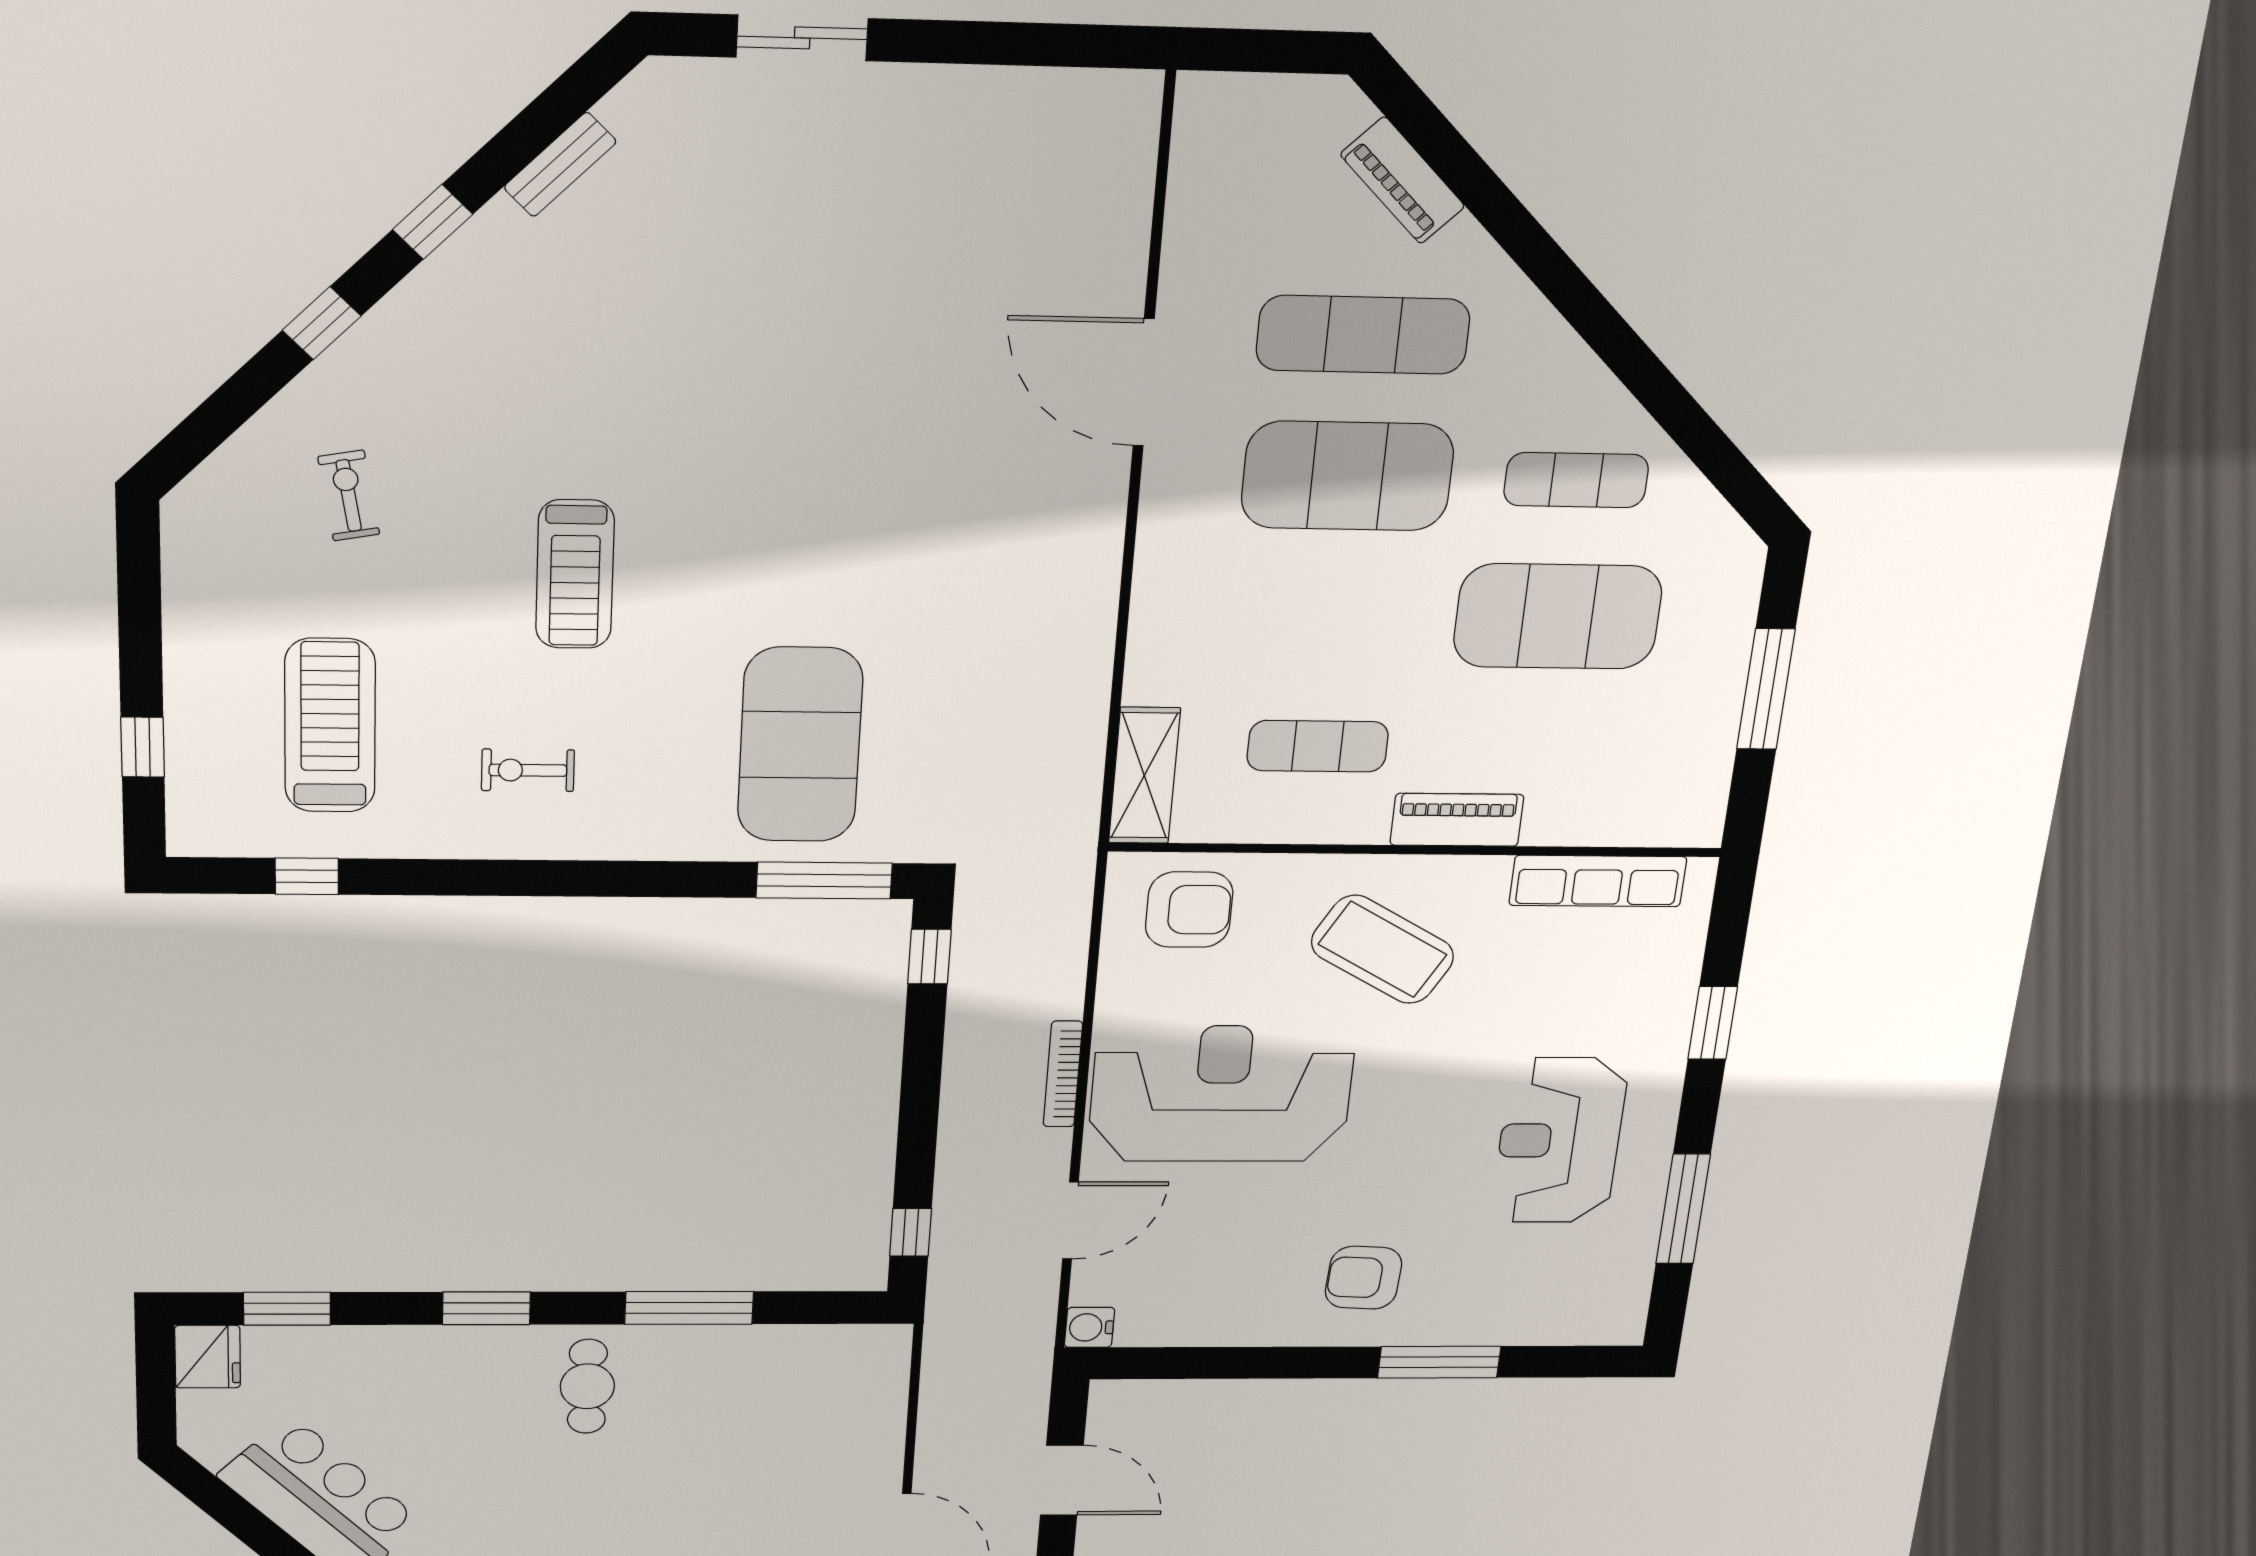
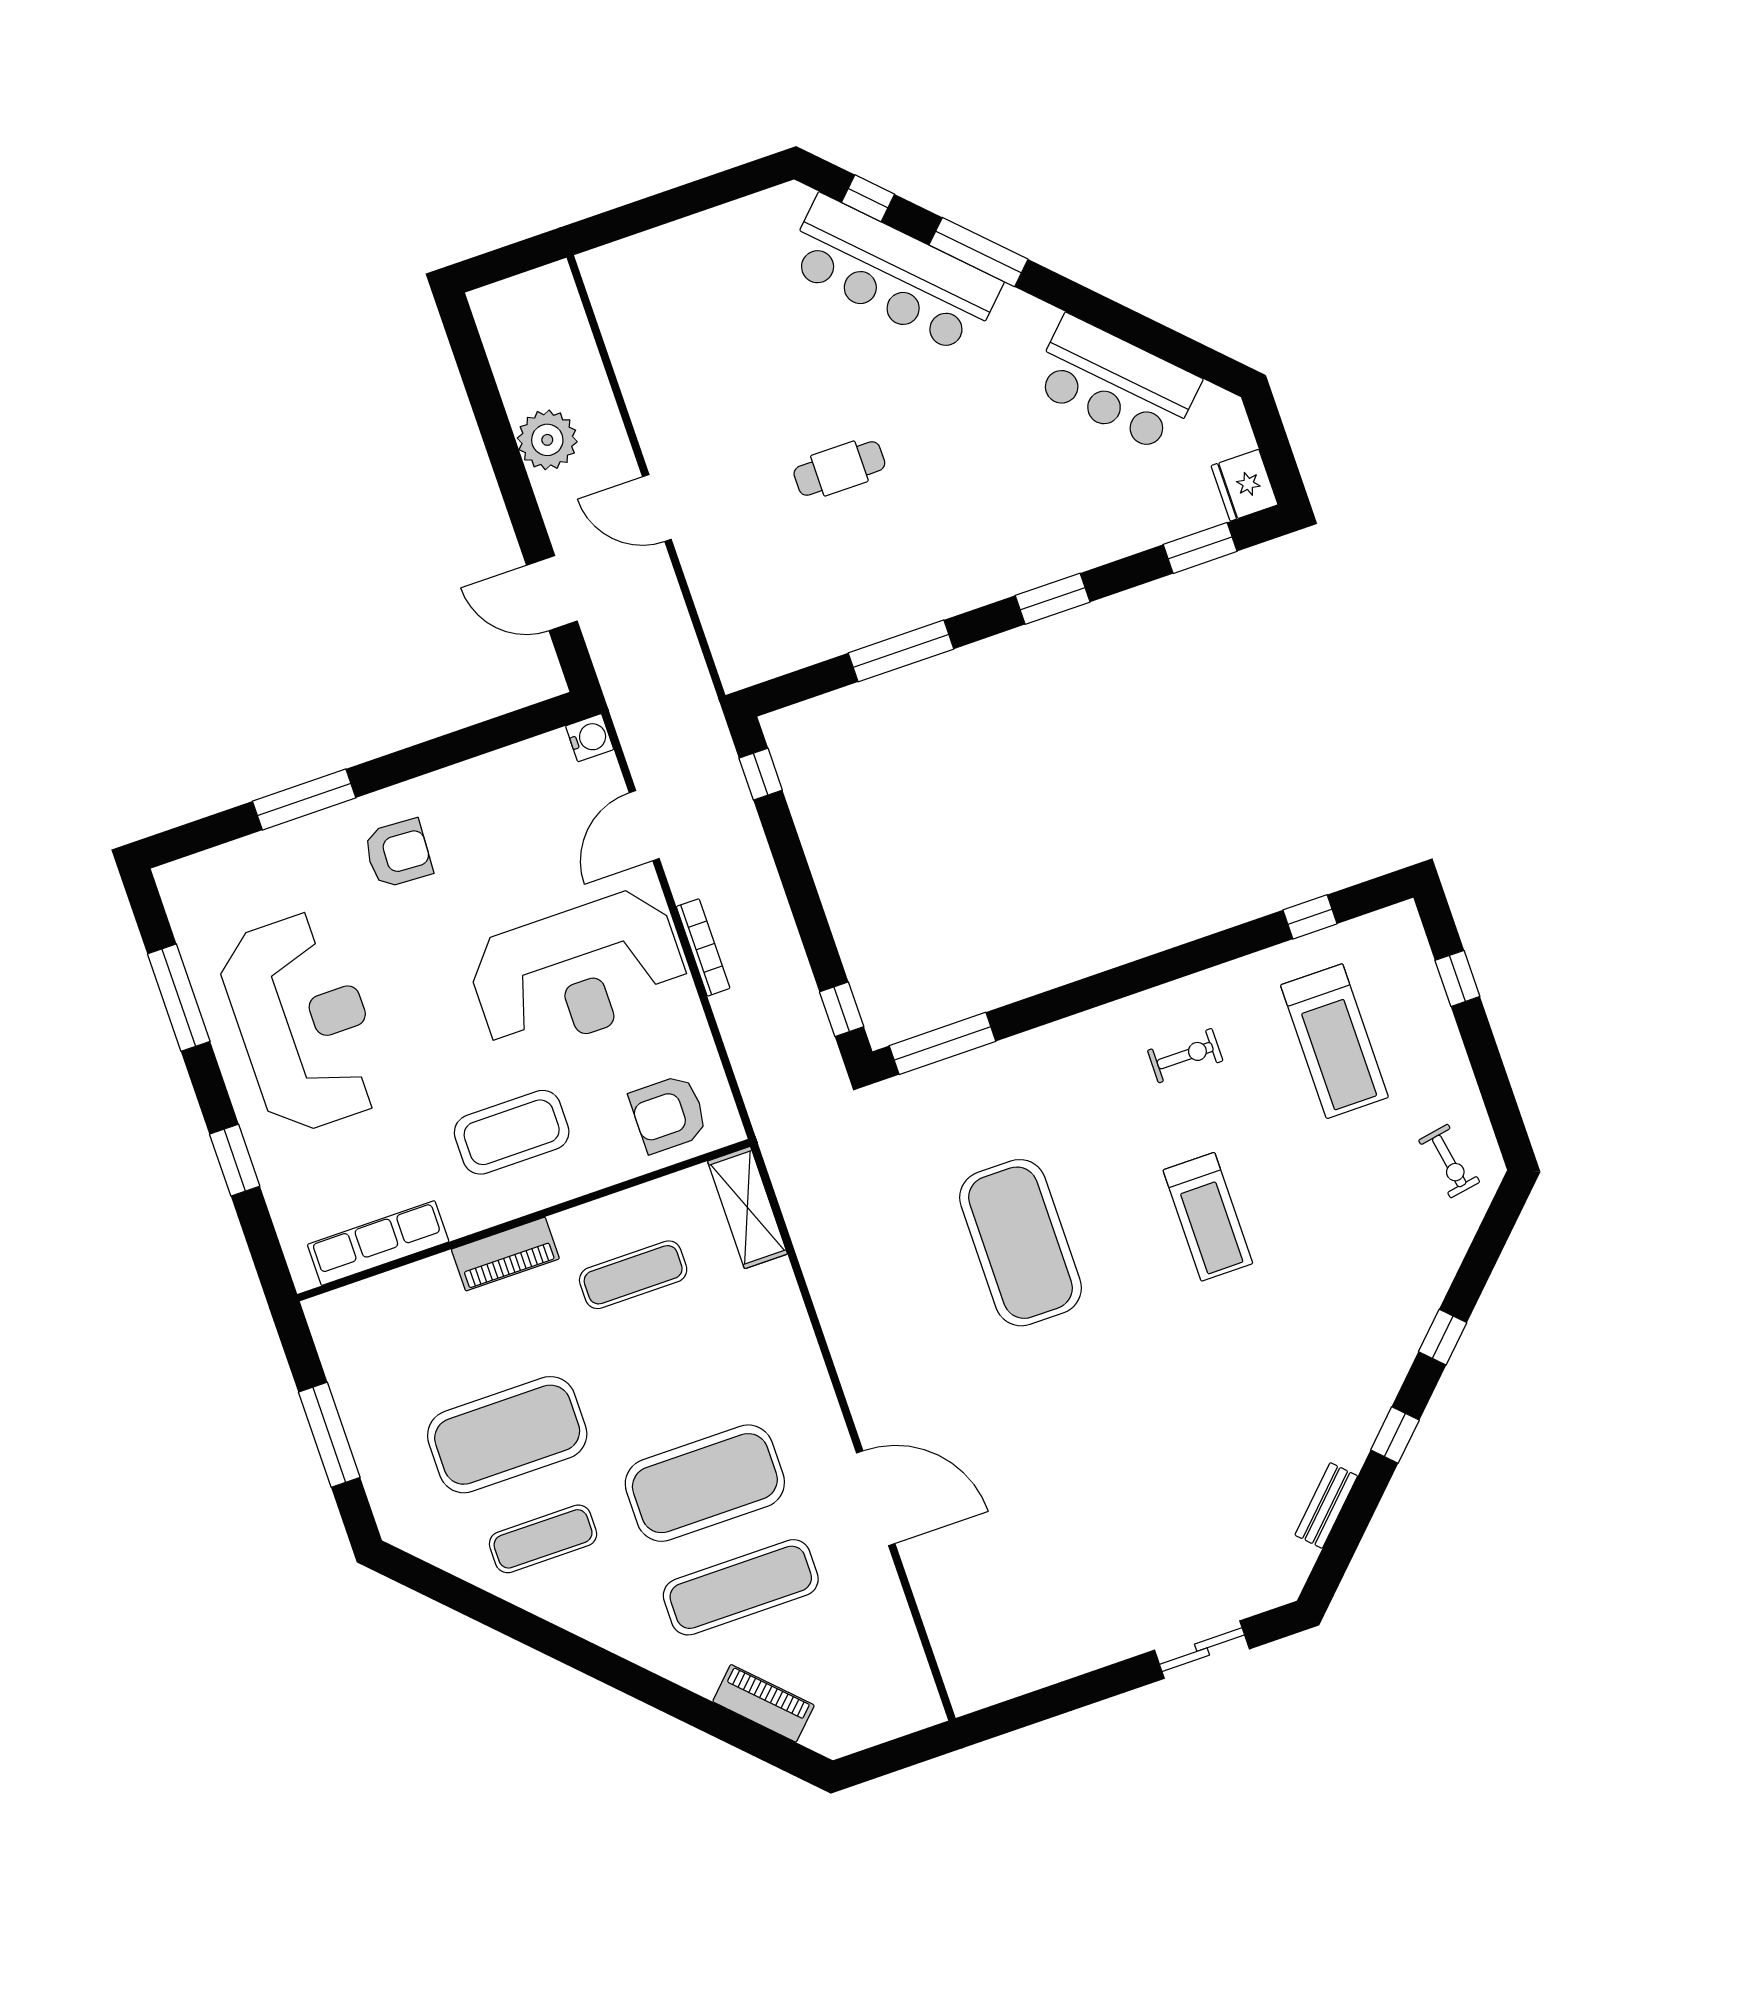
exercise bike: (349, 495) -> (1449, 1161), moved
treadmill: (575, 574) -> (1208, 1217), turned 180
exercise mat: (800, 745) -> (1021, 1243), moved
coffee table: (1383, 949) -> (512, 1132), turned -30
reception desk: (1559, 1140) -> (303, 1022), width x1.36, depth x1.30
cafe table: (587, 1386) -> (839, 468), moved, turned 90

